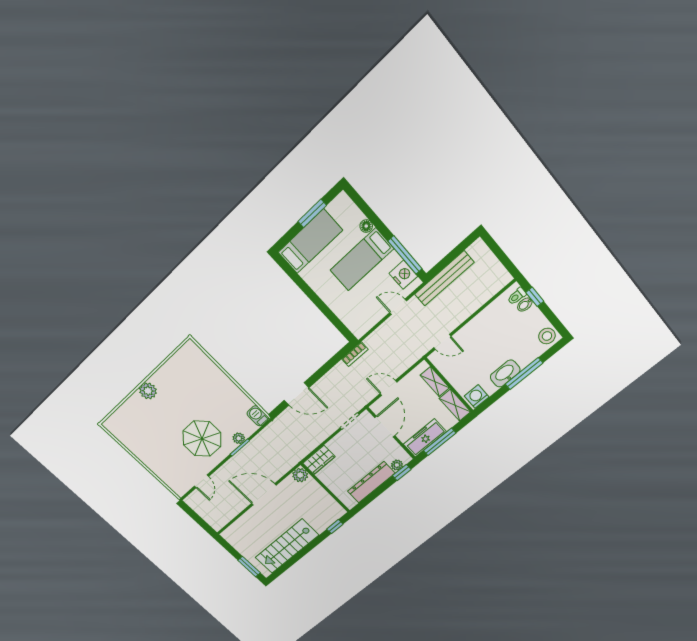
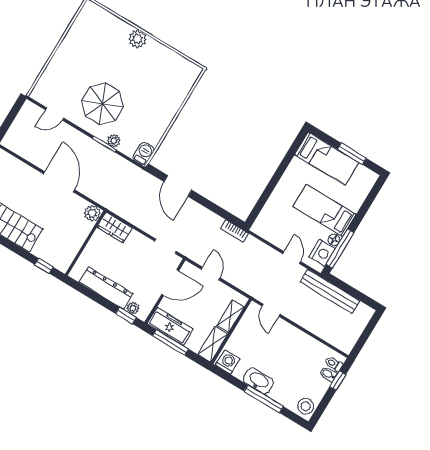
floor lamp: (366, 226) -> (334, 240), moved

